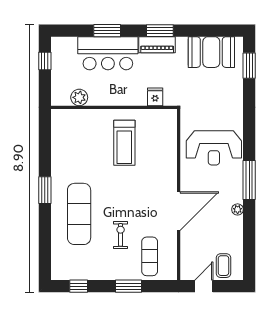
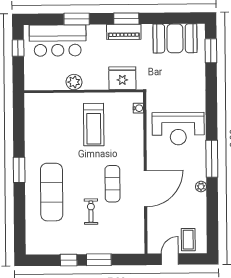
bar counter: (108, 53) -> (58, 40), moved
plant: (79, 97) -> (74, 82), moved
fridge: (155, 97) -> (122, 78), width x1.88, depth x1.34
water cooler: (172, 126) -> (138, 108), added
exercise mat: (150, 256) -> (112, 184), moved
window: (79, 286) -> (69, 260), moved

